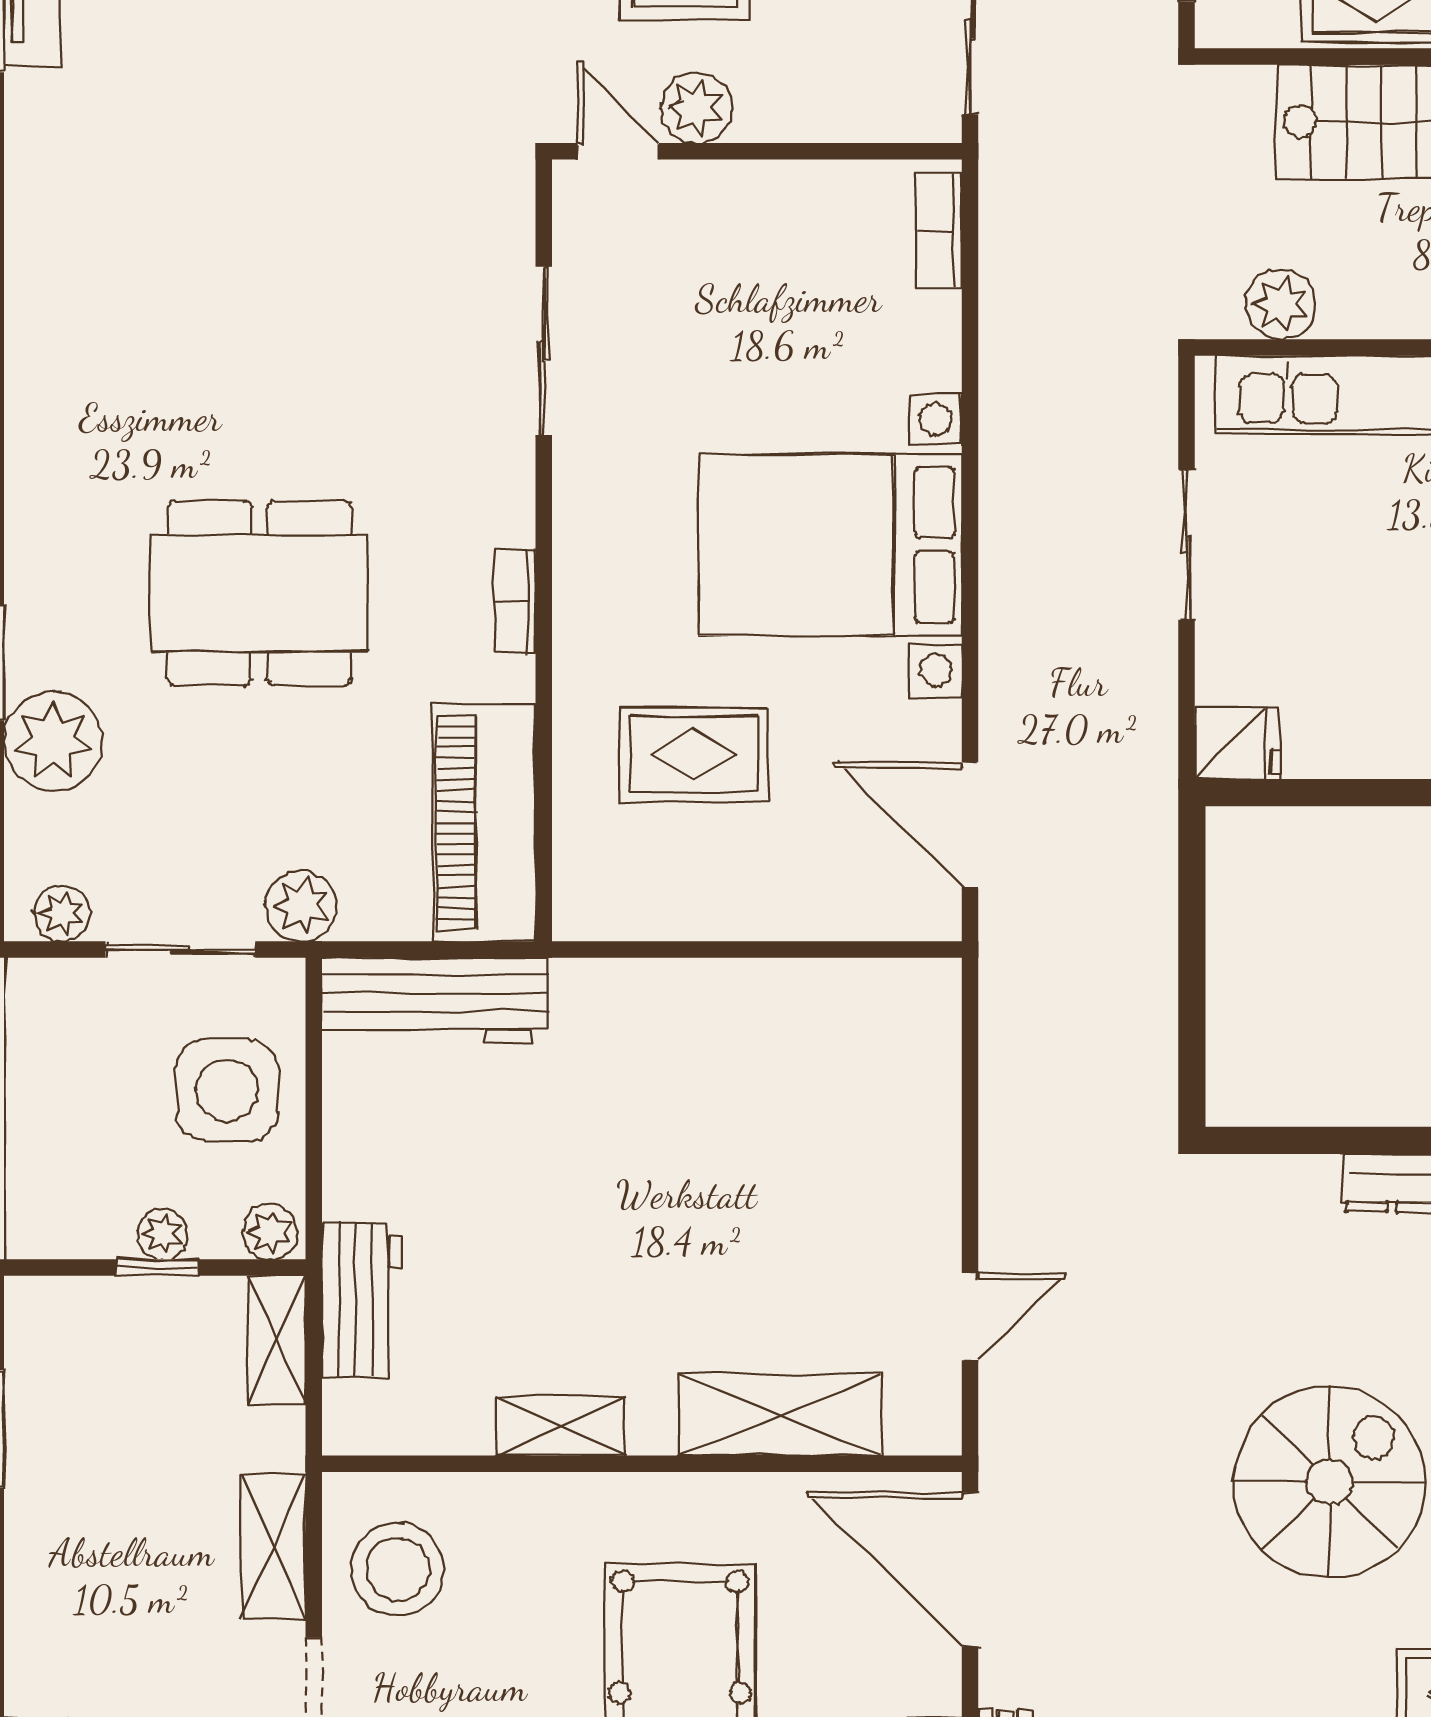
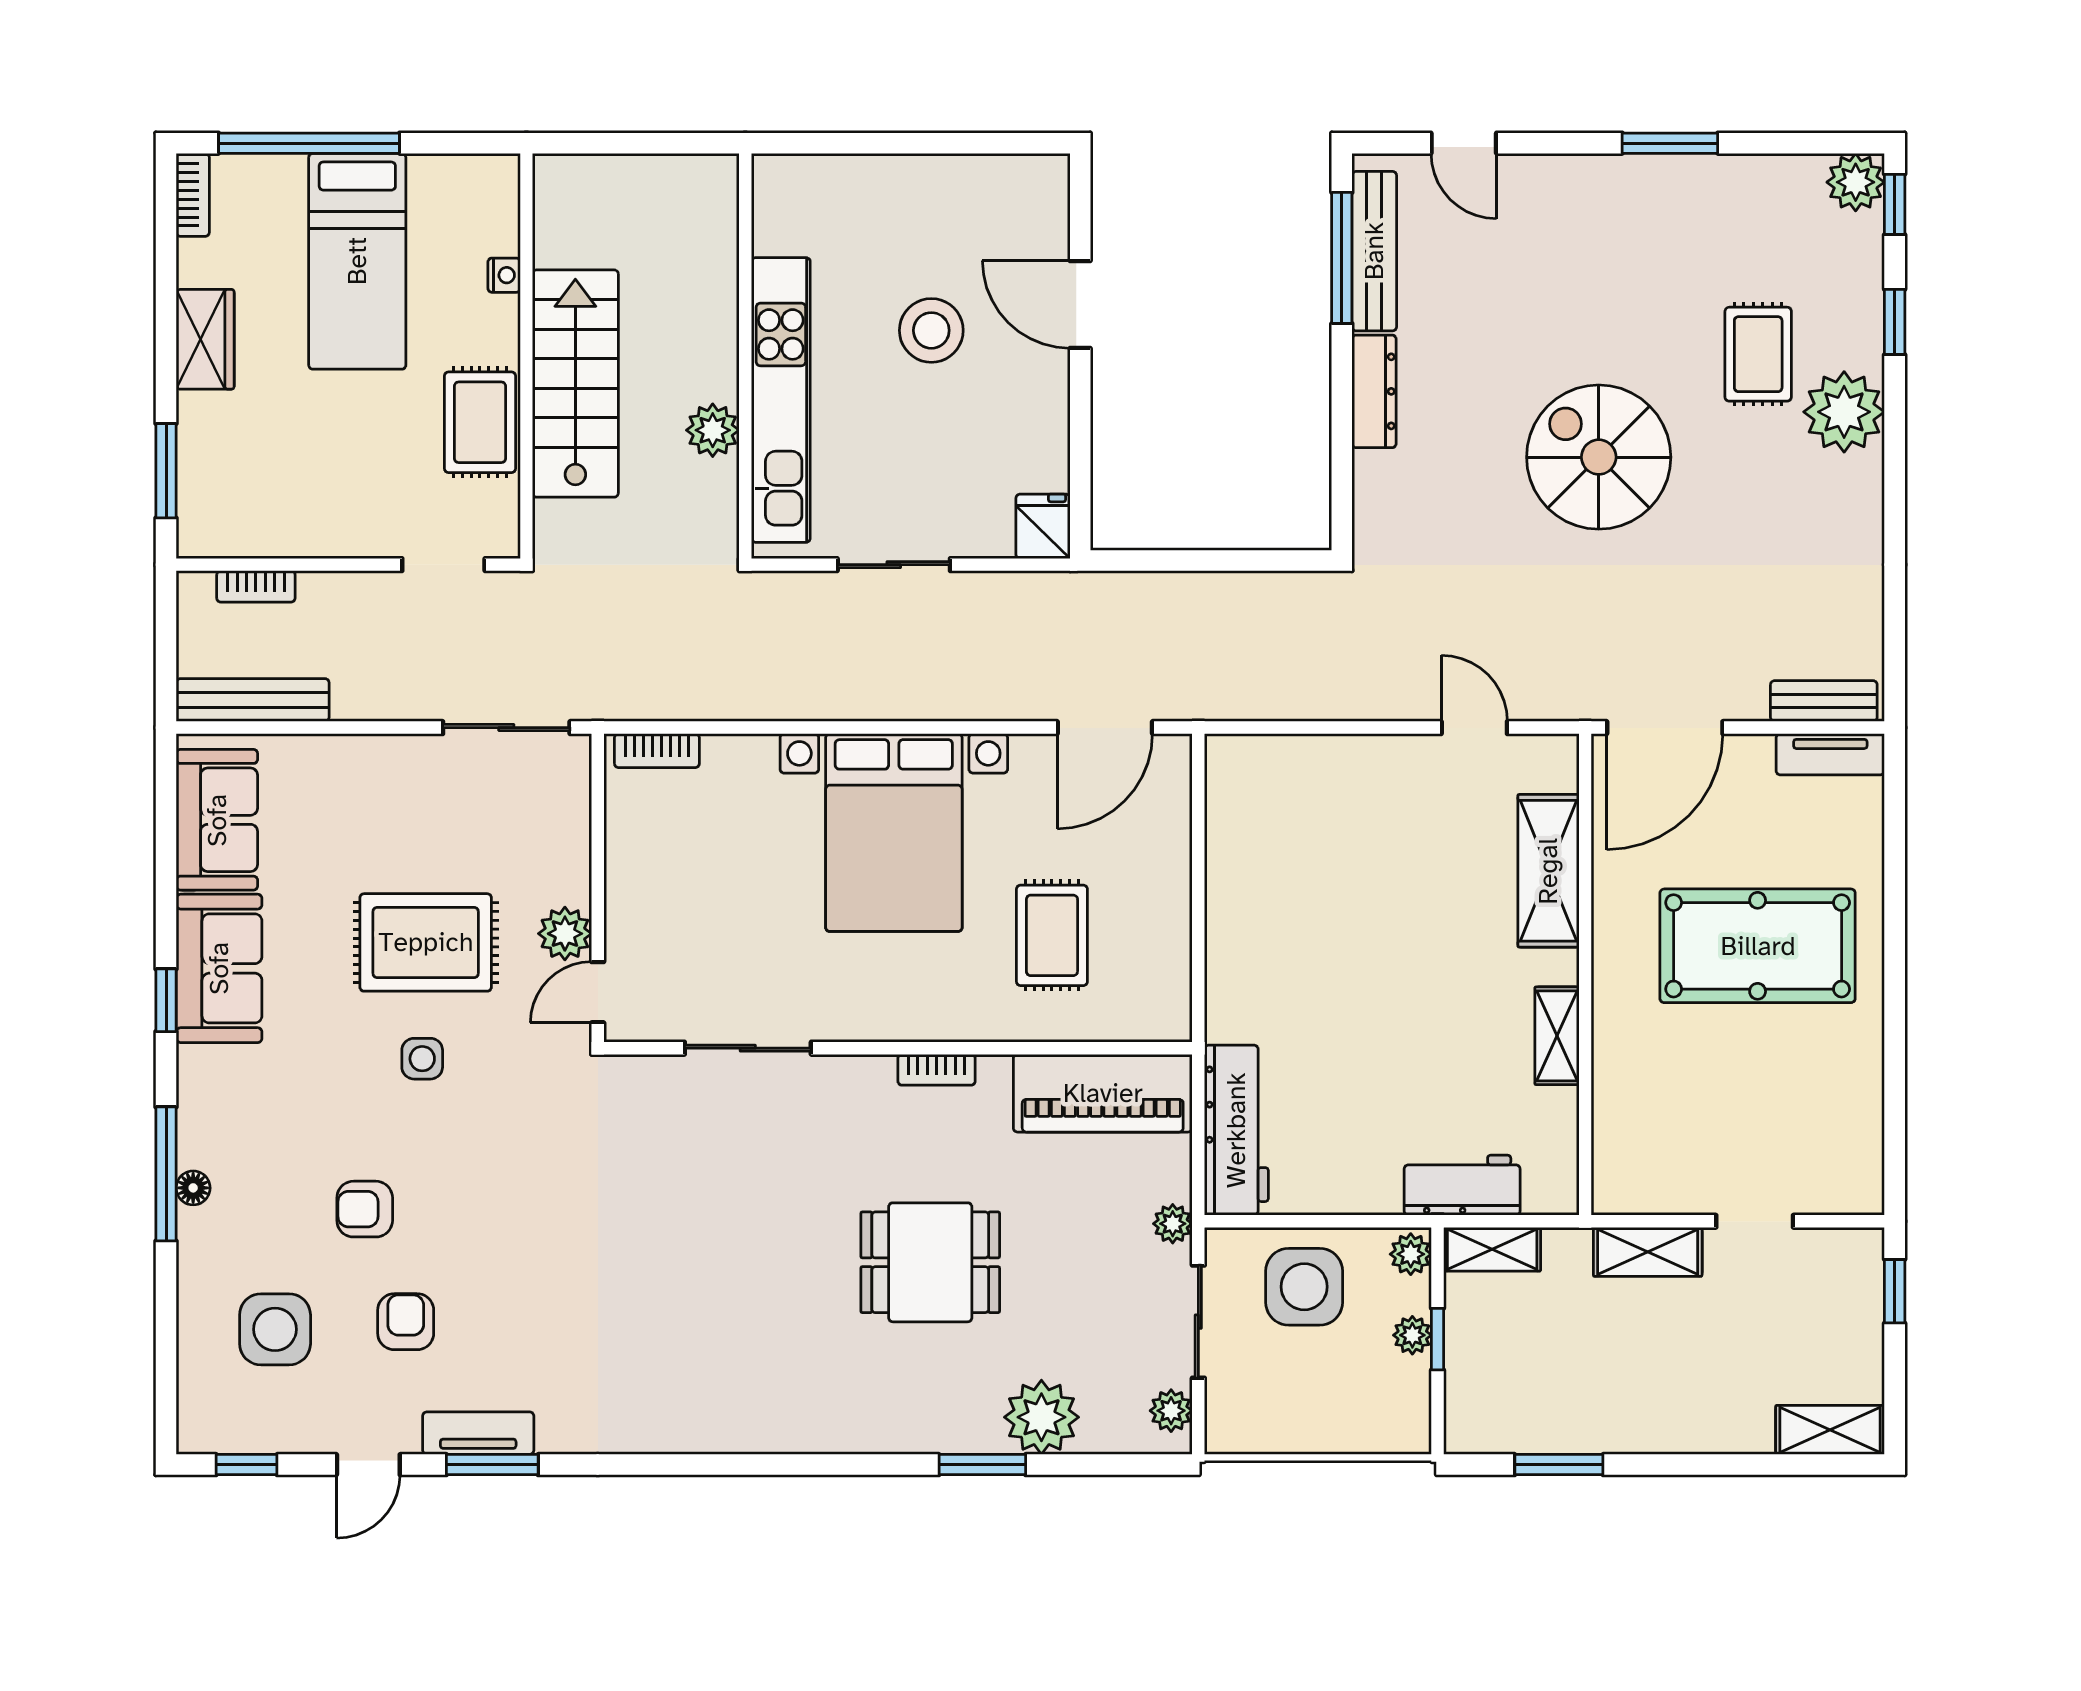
plant: (1281, 304) -> (713, 430), moved
dining table: (259, 593) -> (930, 1262), width x0.73
plant: (301, 906) -> (1173, 1224), width x0.73, depth x0.73
stool: (398, 1570) -> (1665, 1158), removed

